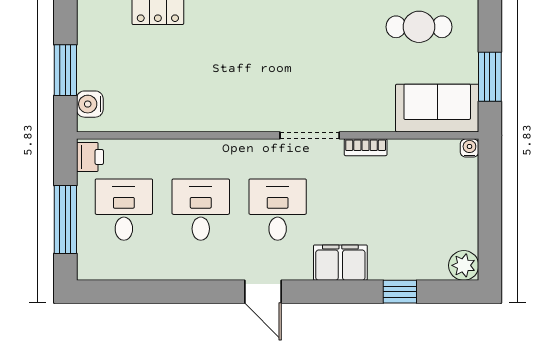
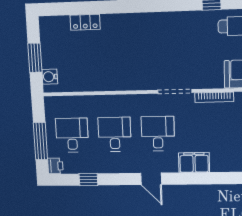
bookcase: (366, 147) -> (214, 97), width x1.56
printer: (90, 157) -> (55, 166), moved
window: (400, 292) -> (88, 179), moved

